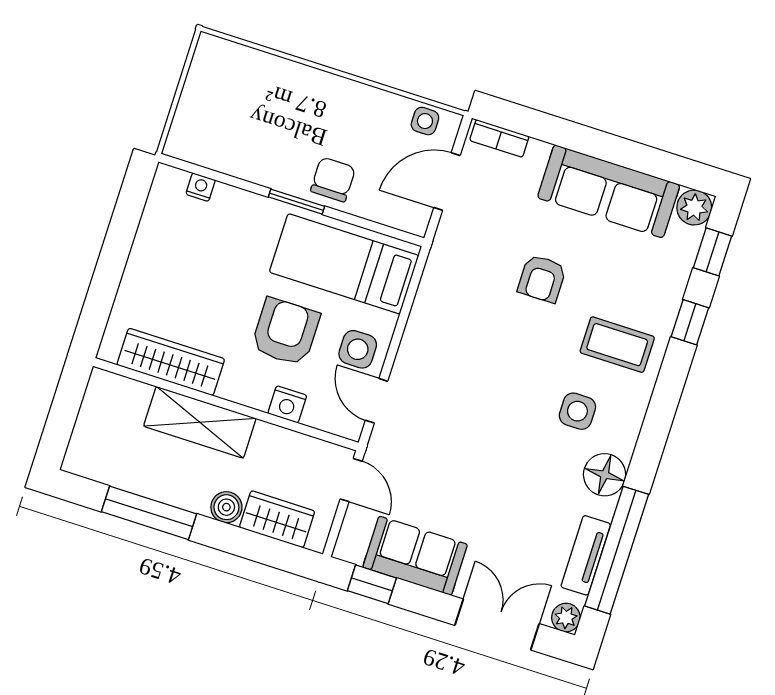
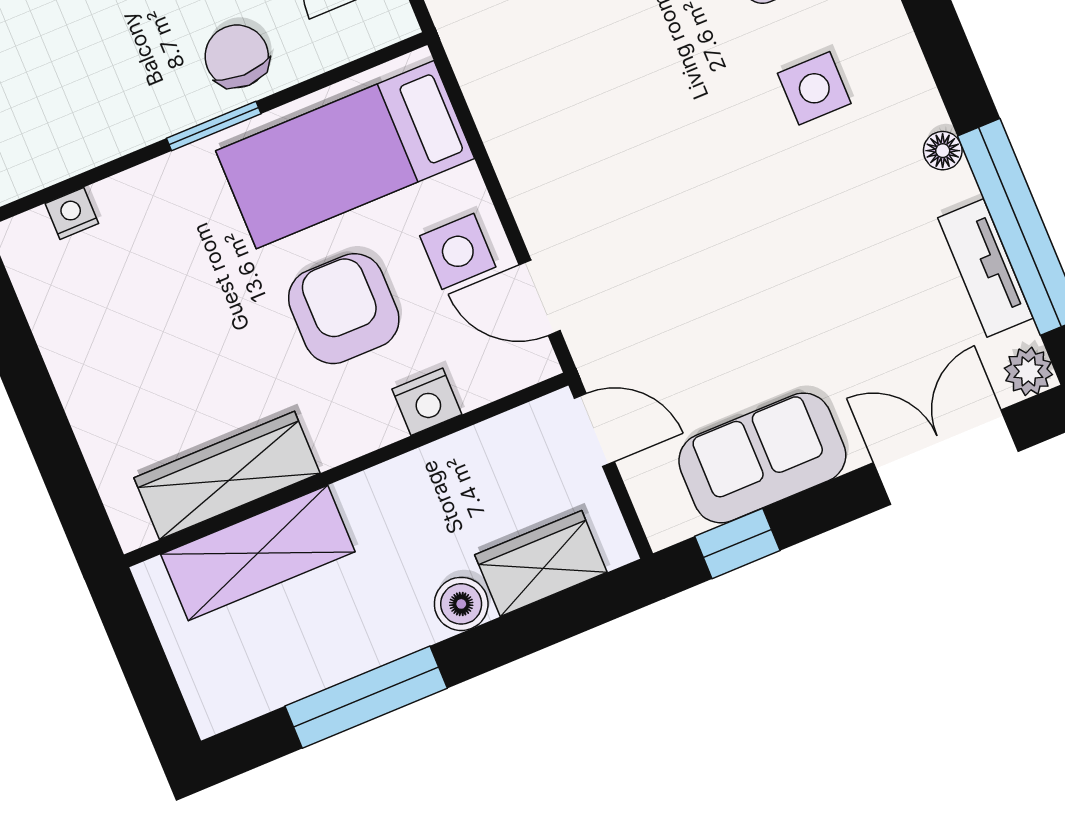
shelving: (200, 422) -> (258, 553), moved
floor lamp: (605, 475) -> (943, 151), width x0.53, depth x0.53

